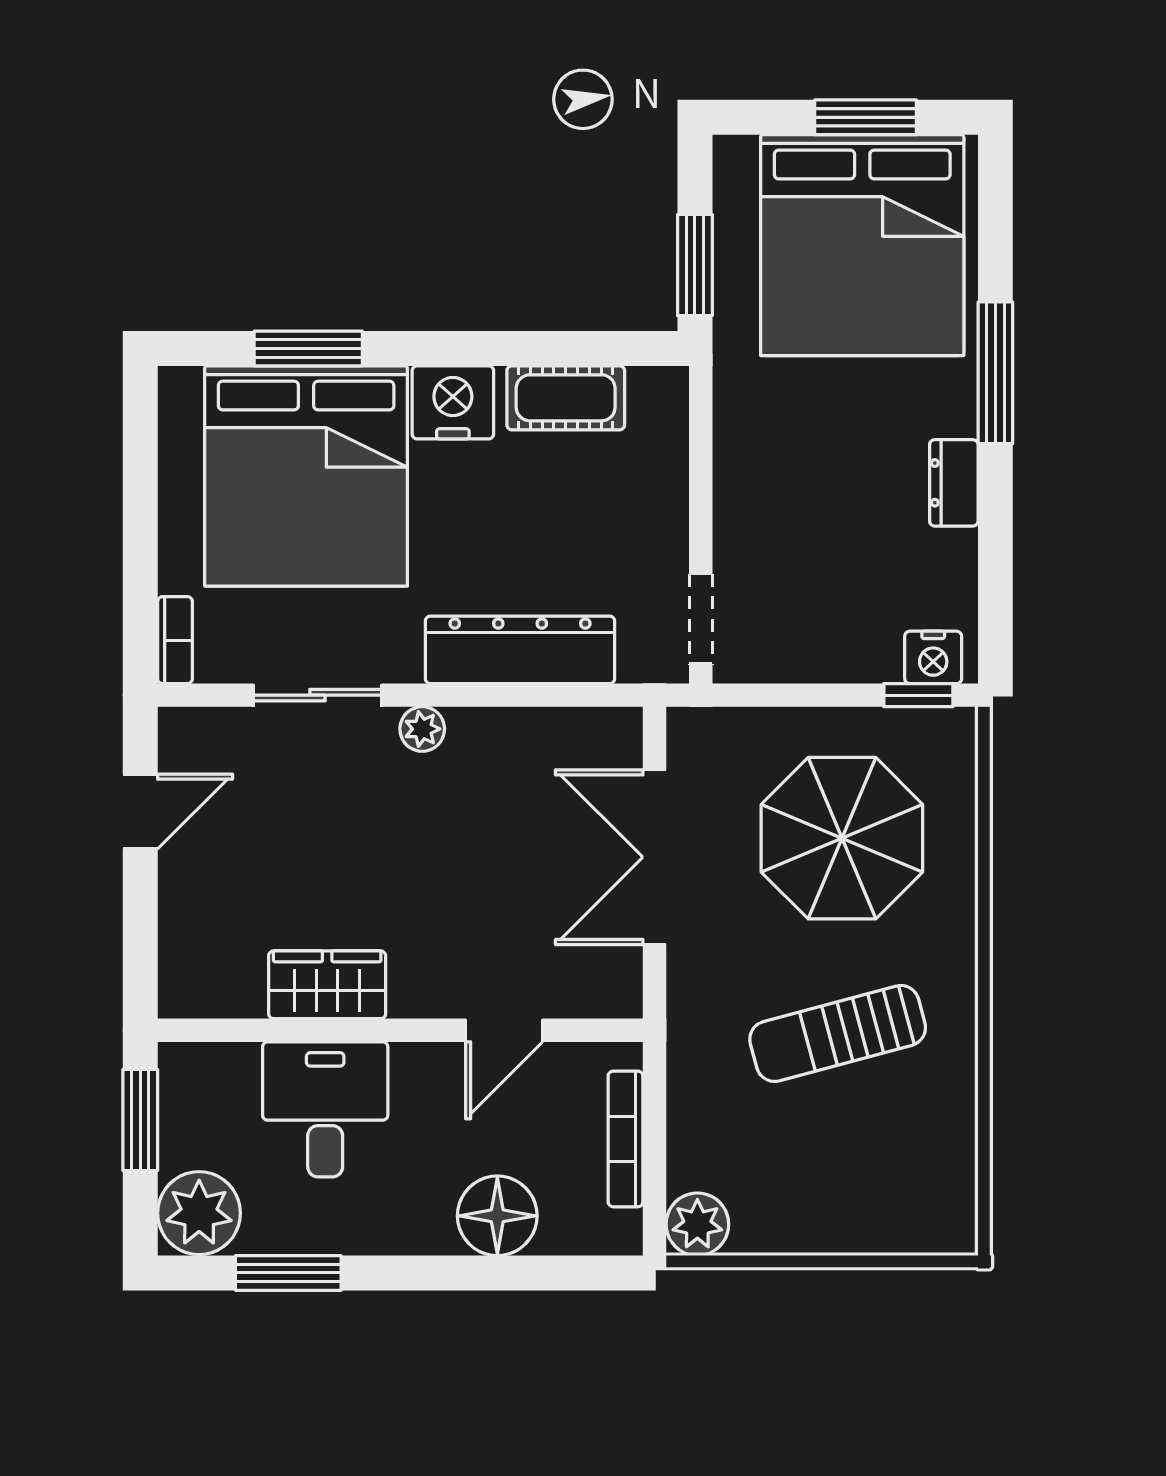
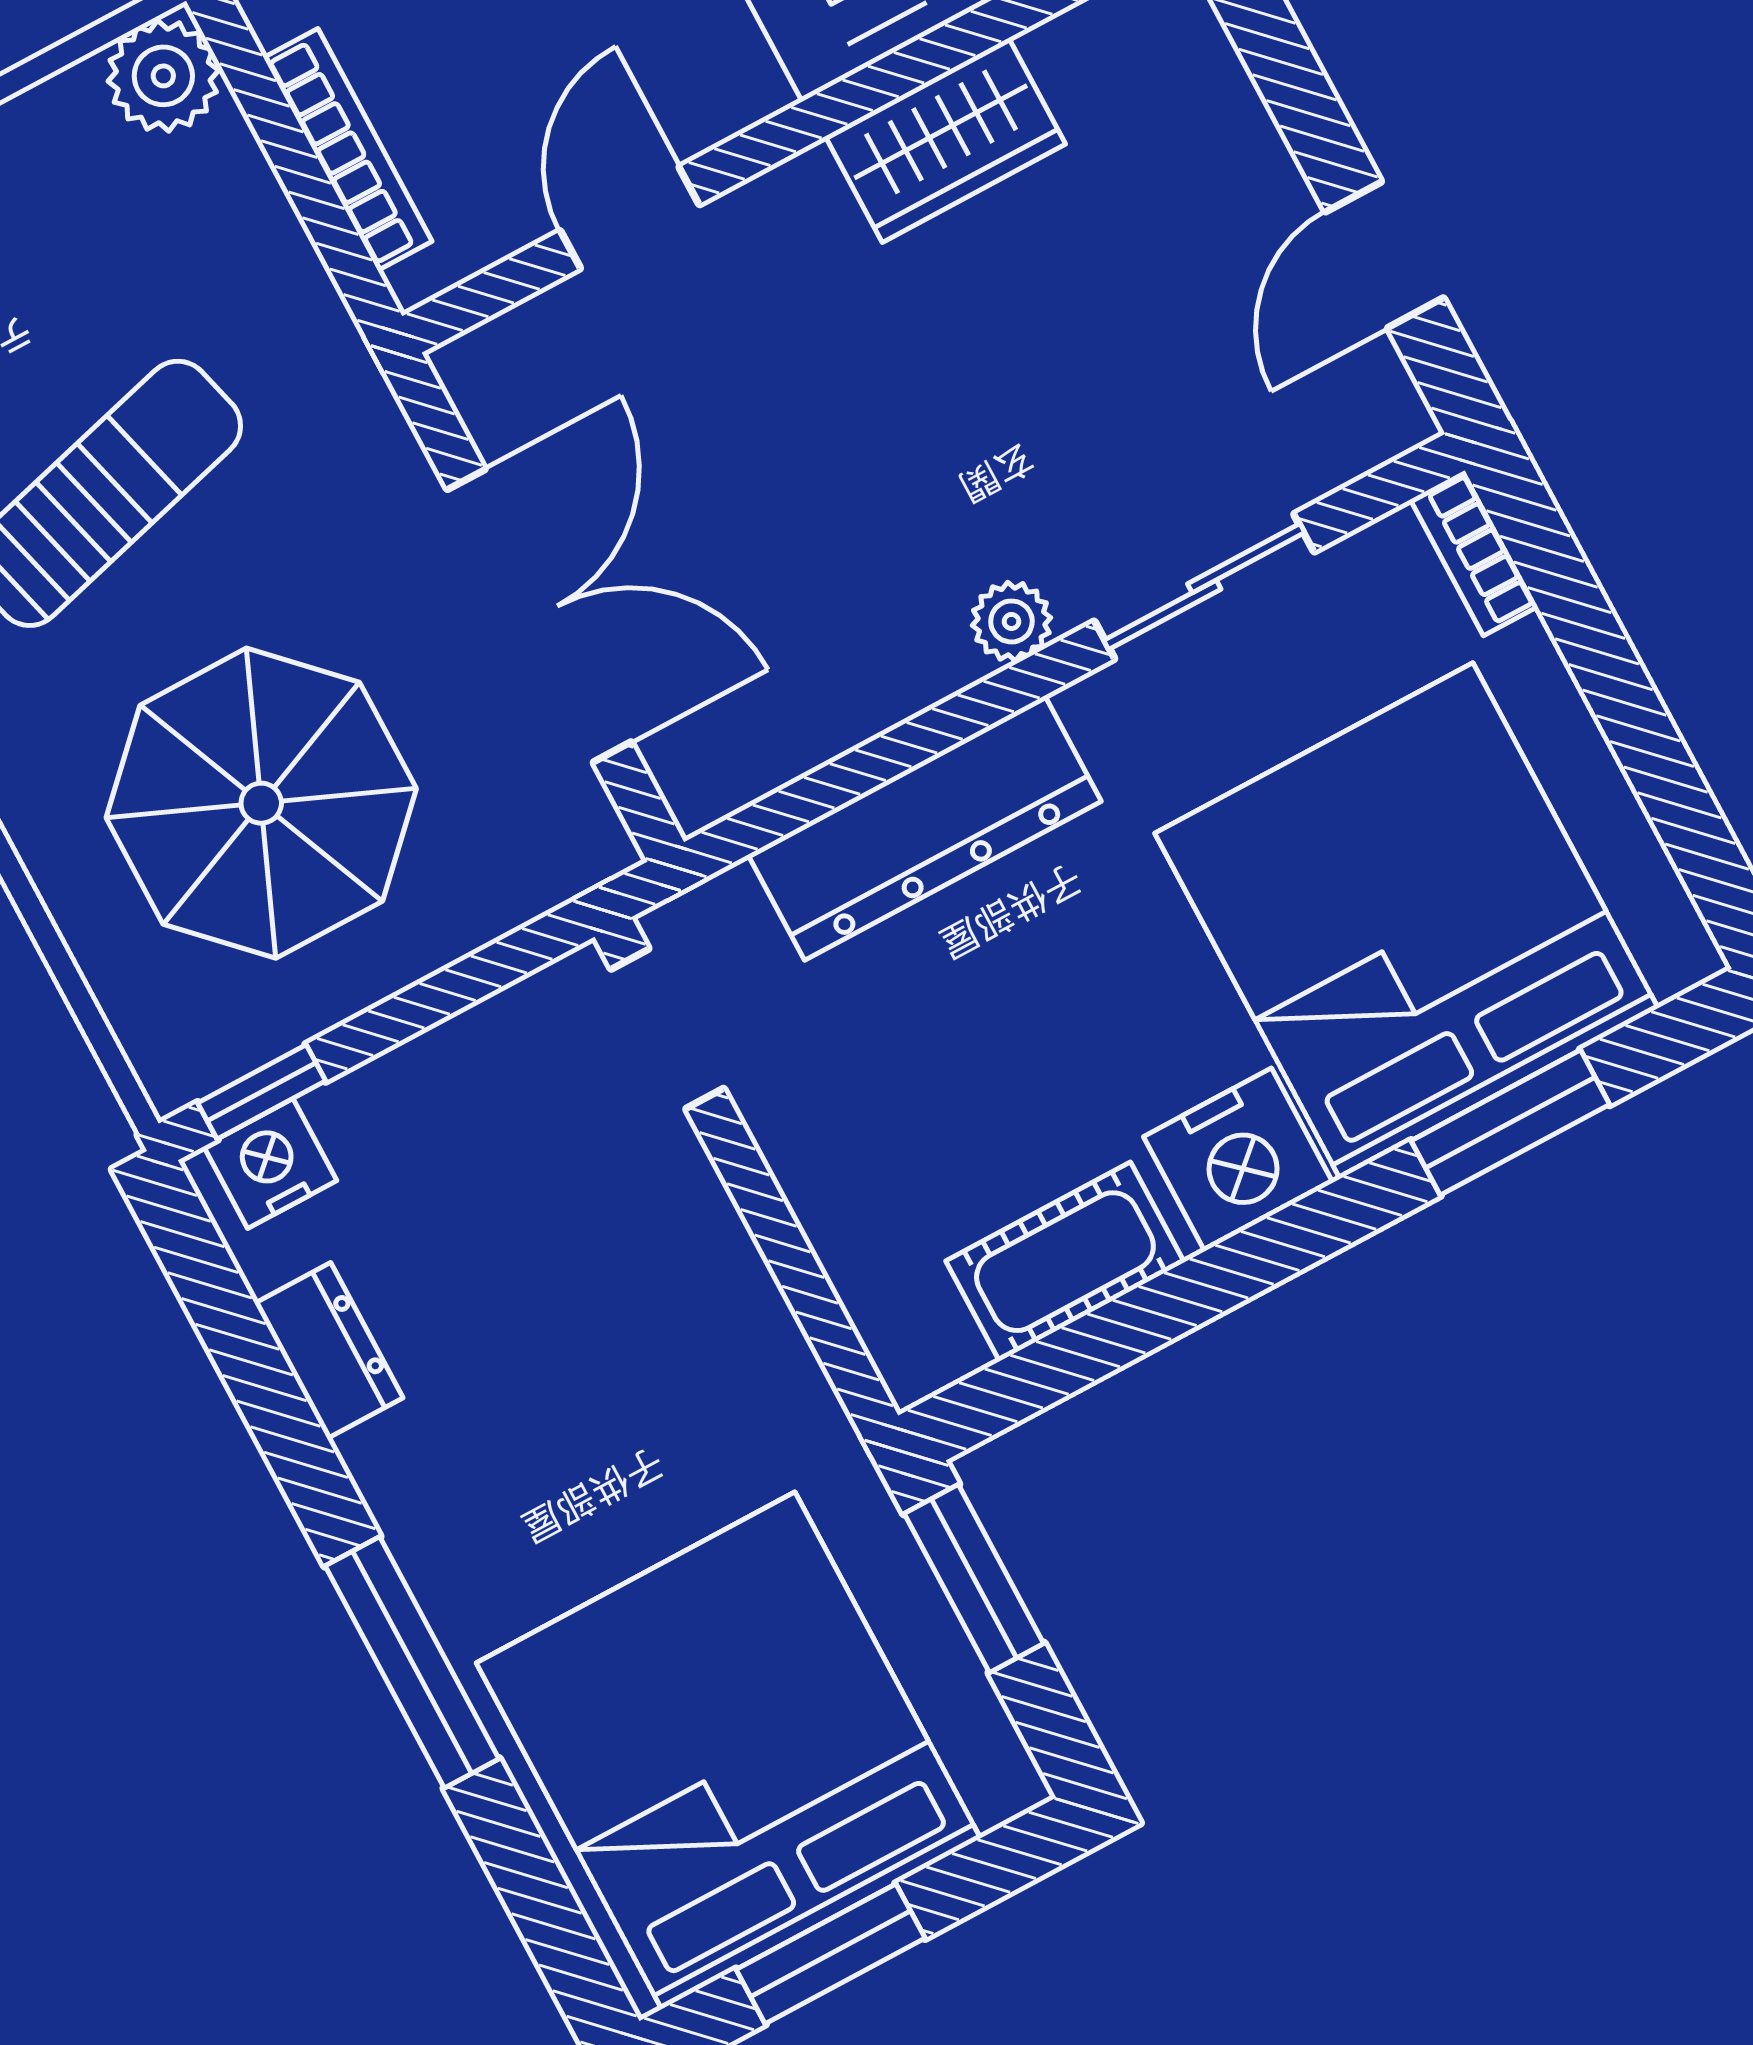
dresser: (954, 483) -> (329, 1351), moved

